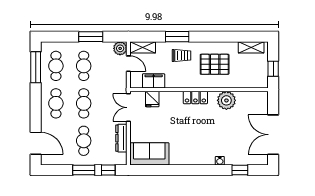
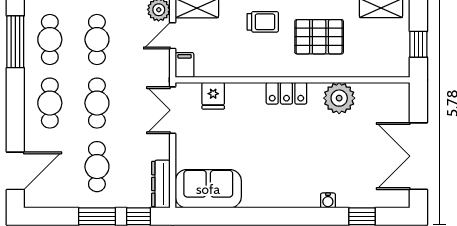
door: (128, 64) -> (173, 36), swing flipped
filing cabinet: (154, 81) -> (185, 65), moved, width x0.50
dresser: (121, 138) -> (161, 184), moved
door: (36, 143) -> (15, 171), hinge flipped

